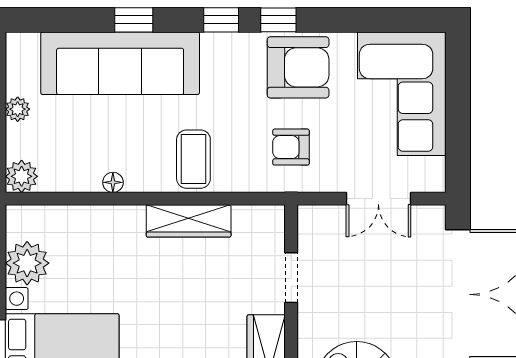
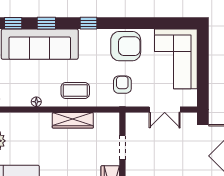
window: (278, 20) -> (13, 23), moved
armchair: (291, 147) -> (122, 85), turned 90
coffee table: (193, 159) -> (75, 90), turned 90

